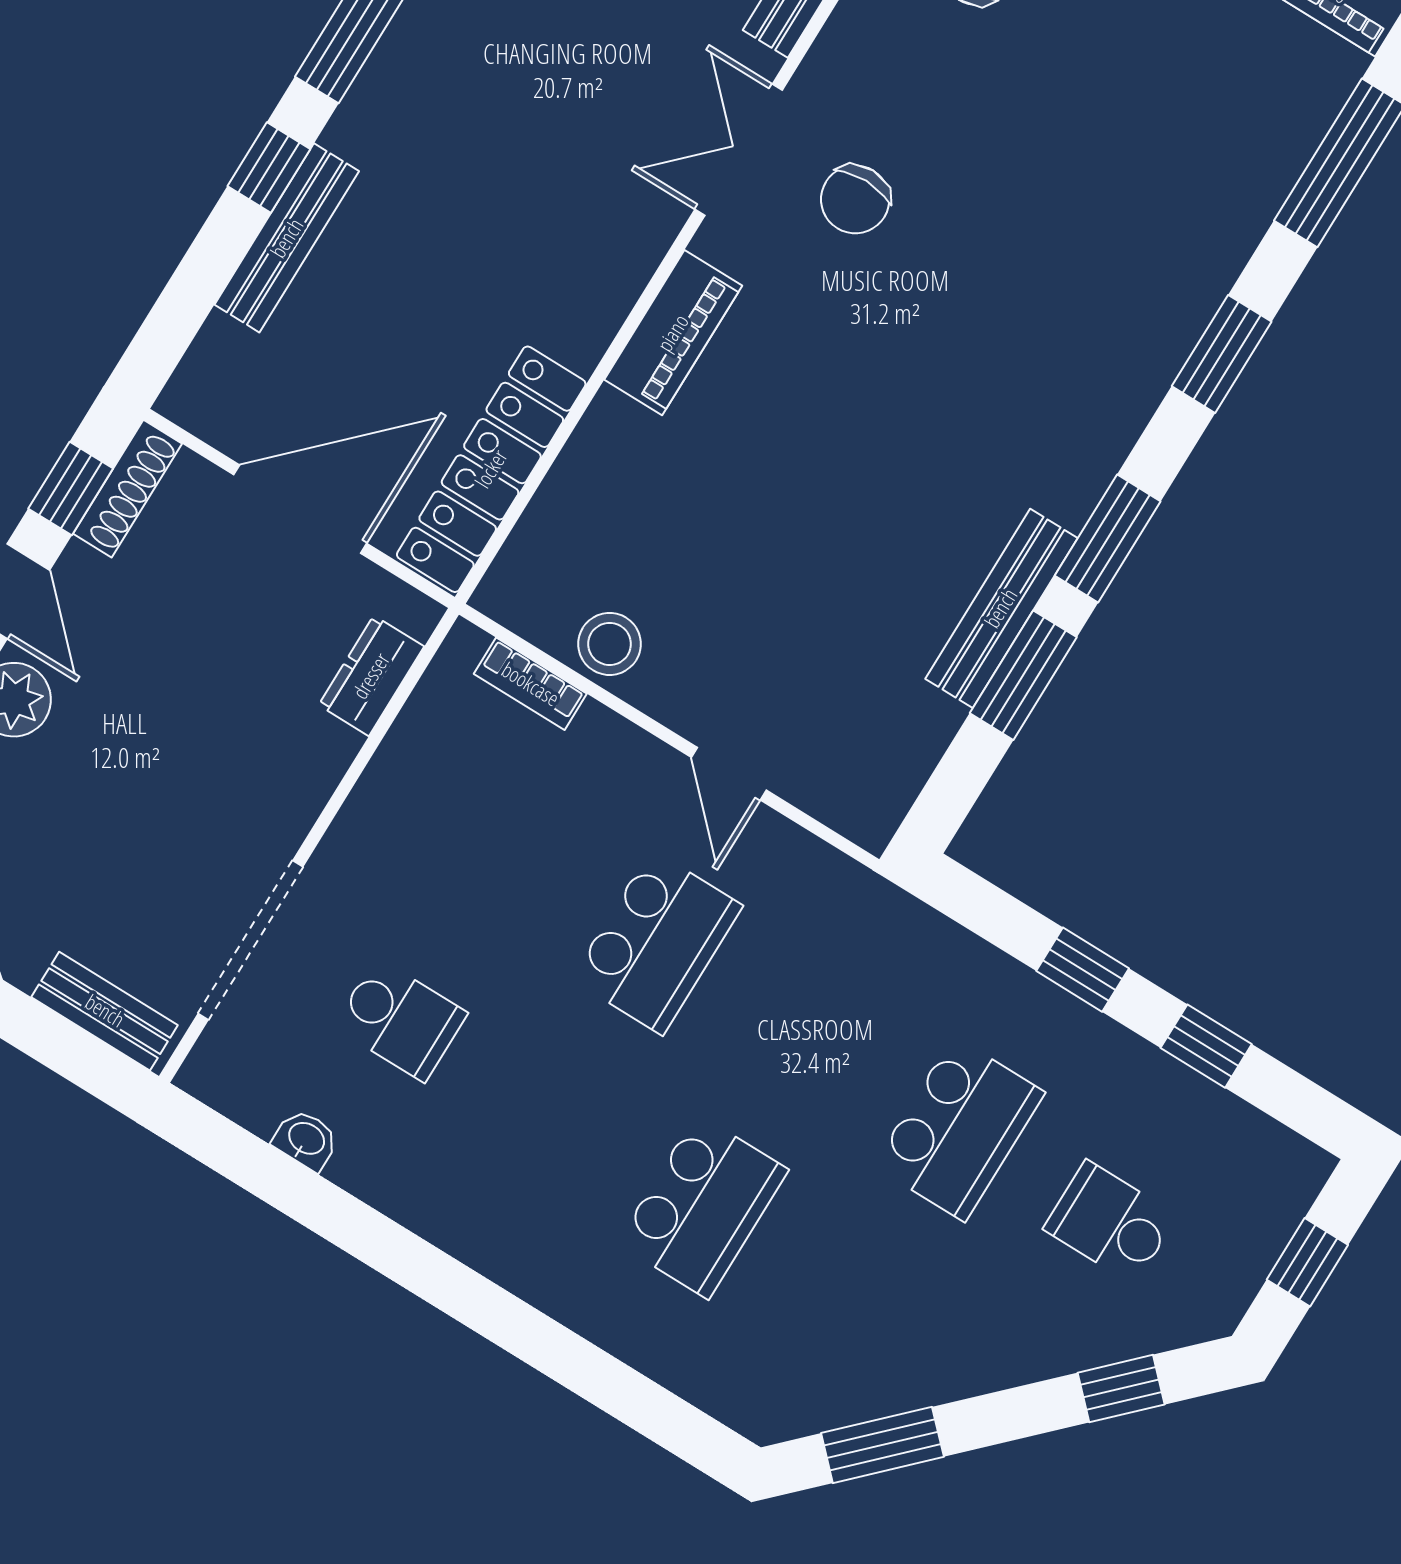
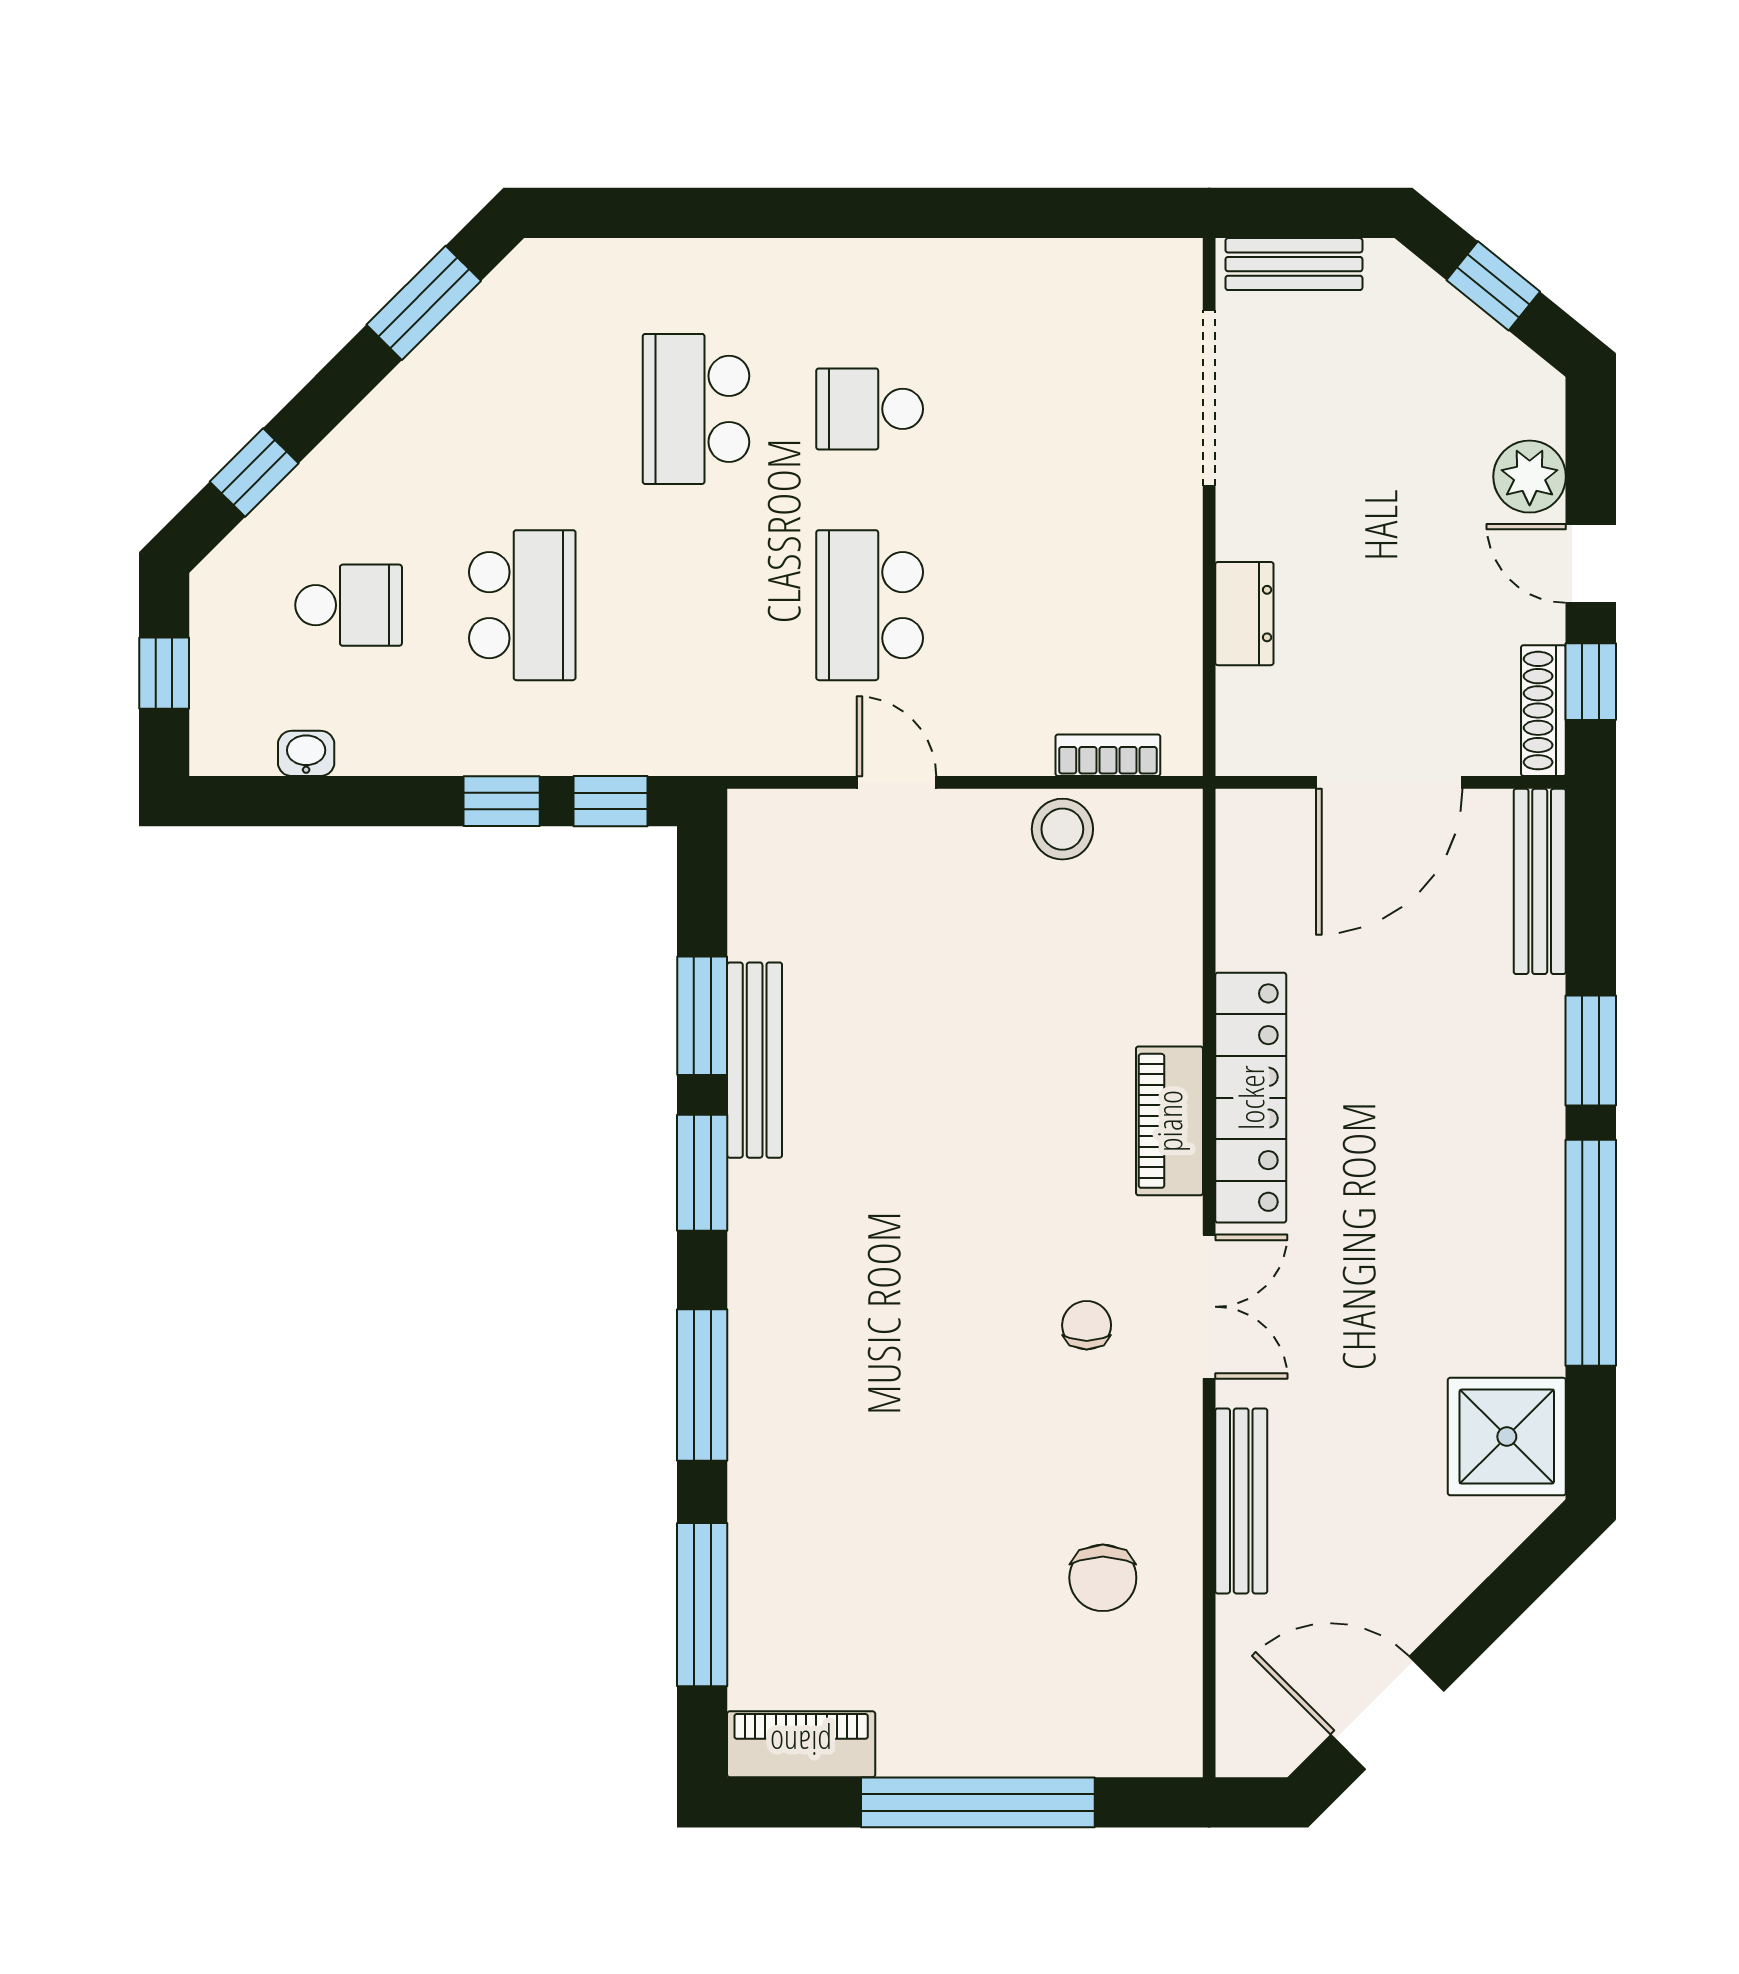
window: (269, 168) -> (1591, 1050), width x1.50
chair: (855, 199) -> (1087, 1325), width x0.73, depth x0.73
bench: (287, 238) -> (1540, 881), moved
window: (1222, 354) -> (702, 1385), width x1.44
locker: (491, 469) -> (1251, 1098), moved
dresser: (371, 676) -> (1244, 614), moved
school desk: (400, 1020) -> (870, 409), moved
window: (1206, 1046) -> (611, 801), moved
school desk: (959, 1129) -> (522, 605), turned 180
washbasin: (306, 1140) -> (306, 753), moved, turned 180

